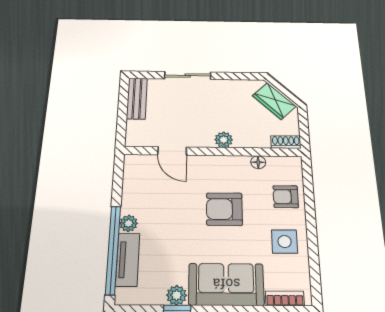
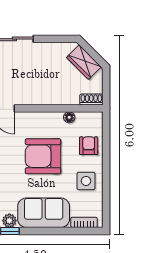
plant: (224, 140) -> (43, 98), removed
armchair: (286, 197) -> (89, 146), turned 90
armchair: (224, 209) -> (43, 156), width x1.36, depth x1.36

